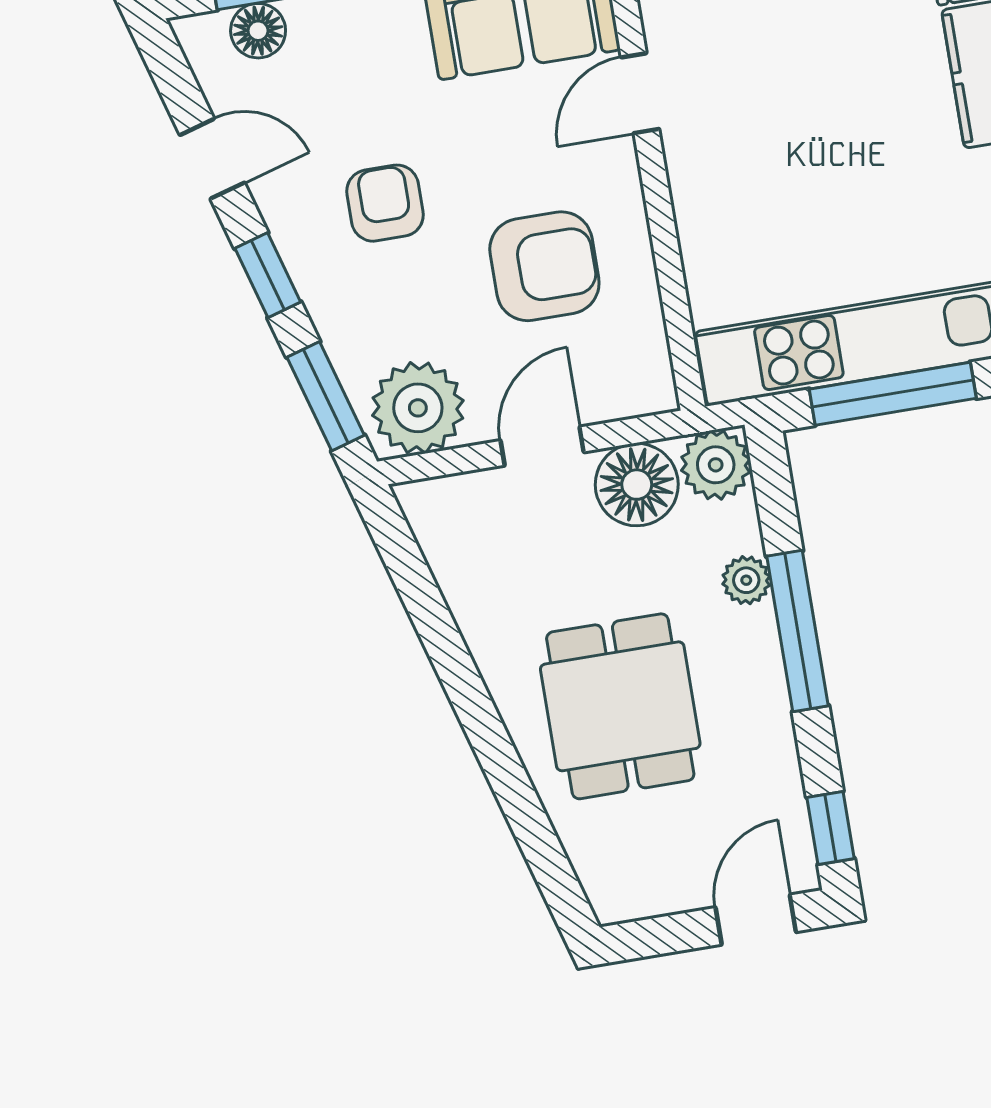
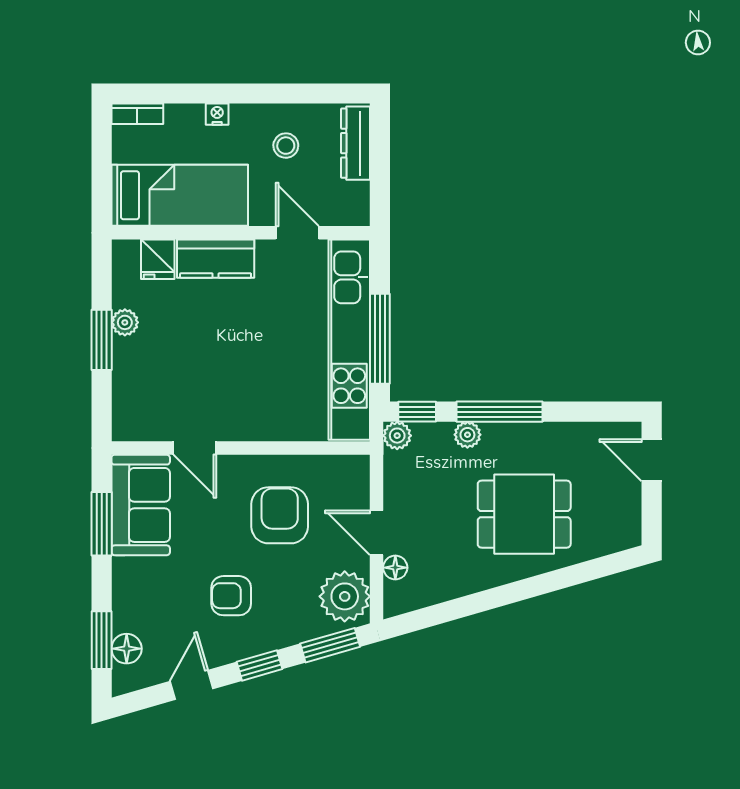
plant: (716, 465) -> (397, 436), width x0.73, depth x0.73
floor lamp: (637, 485) -> (395, 568), moved, width x0.53, depth x0.53
window: (831, 828) -> (417, 412), moved

